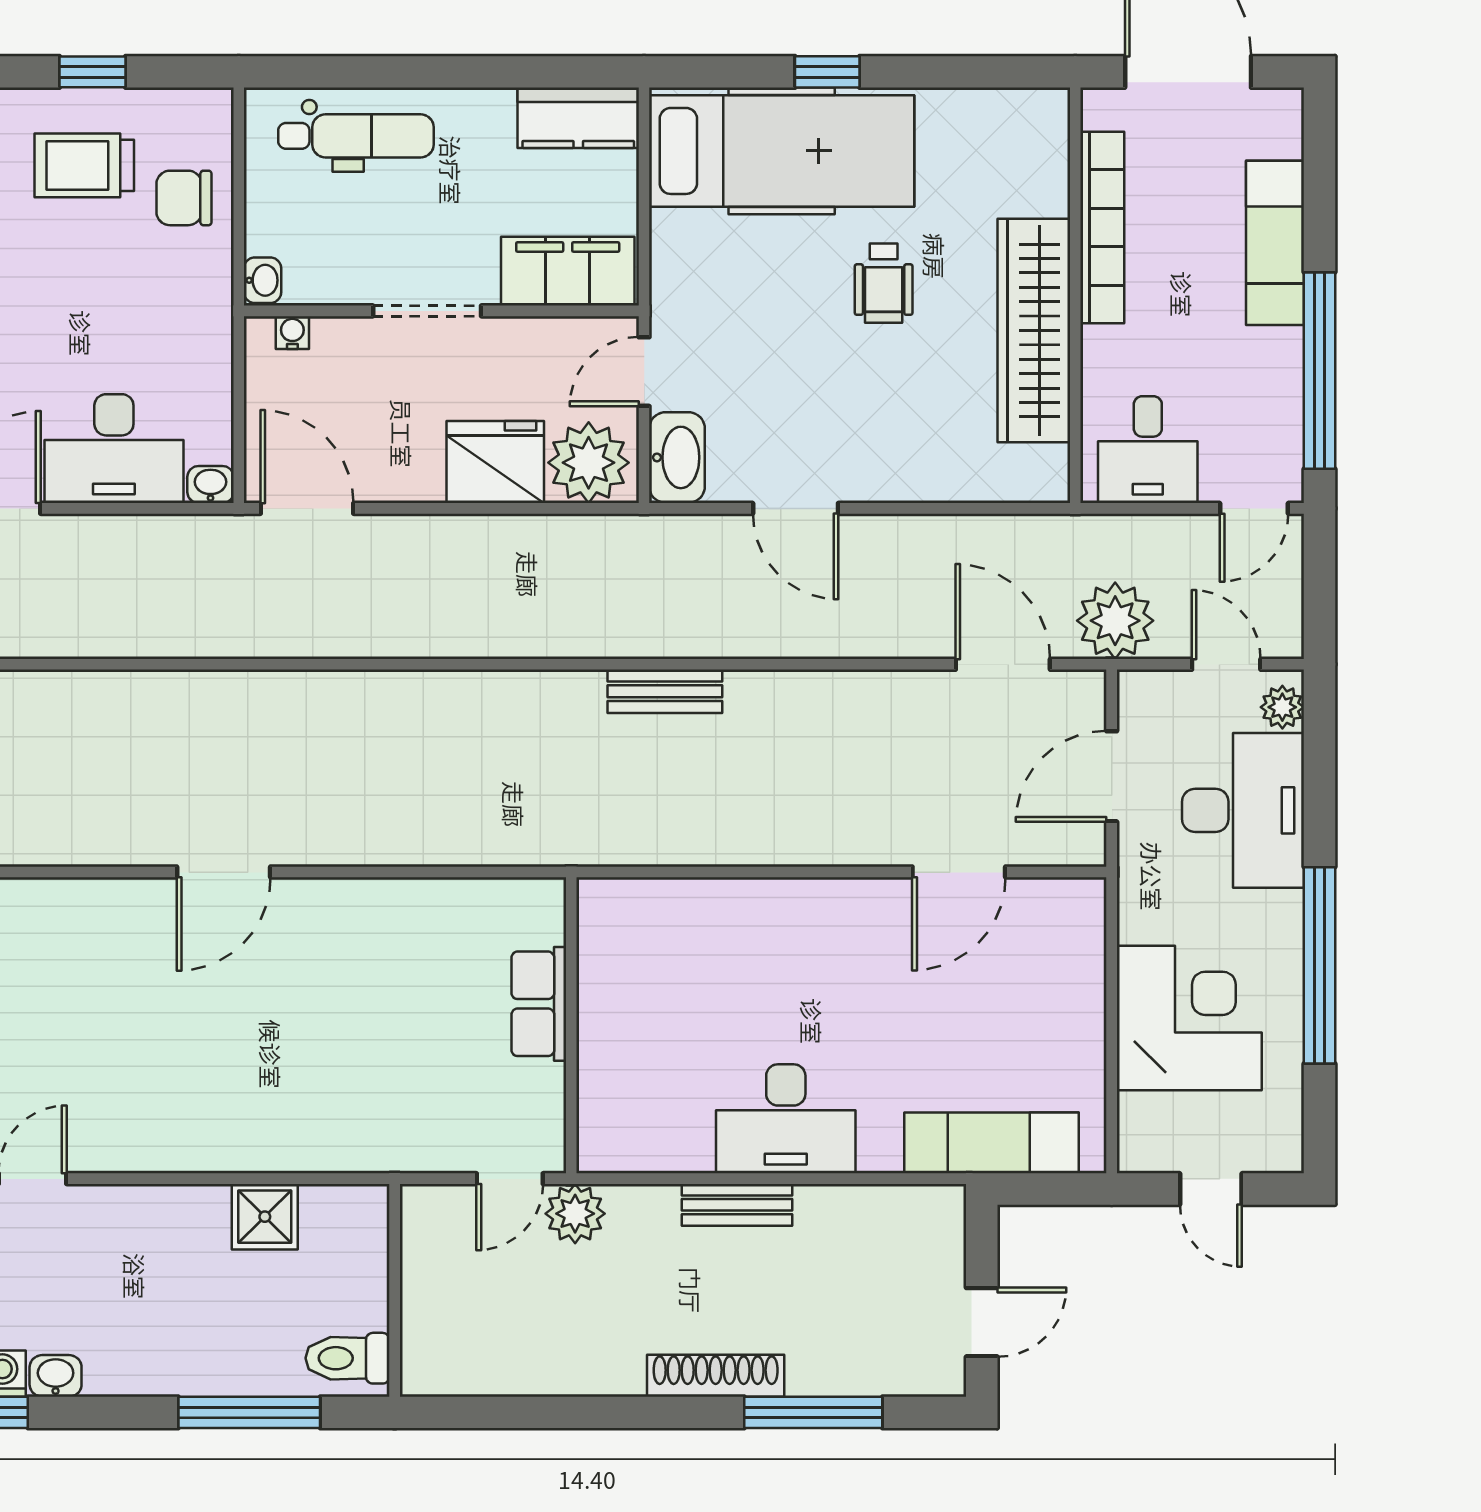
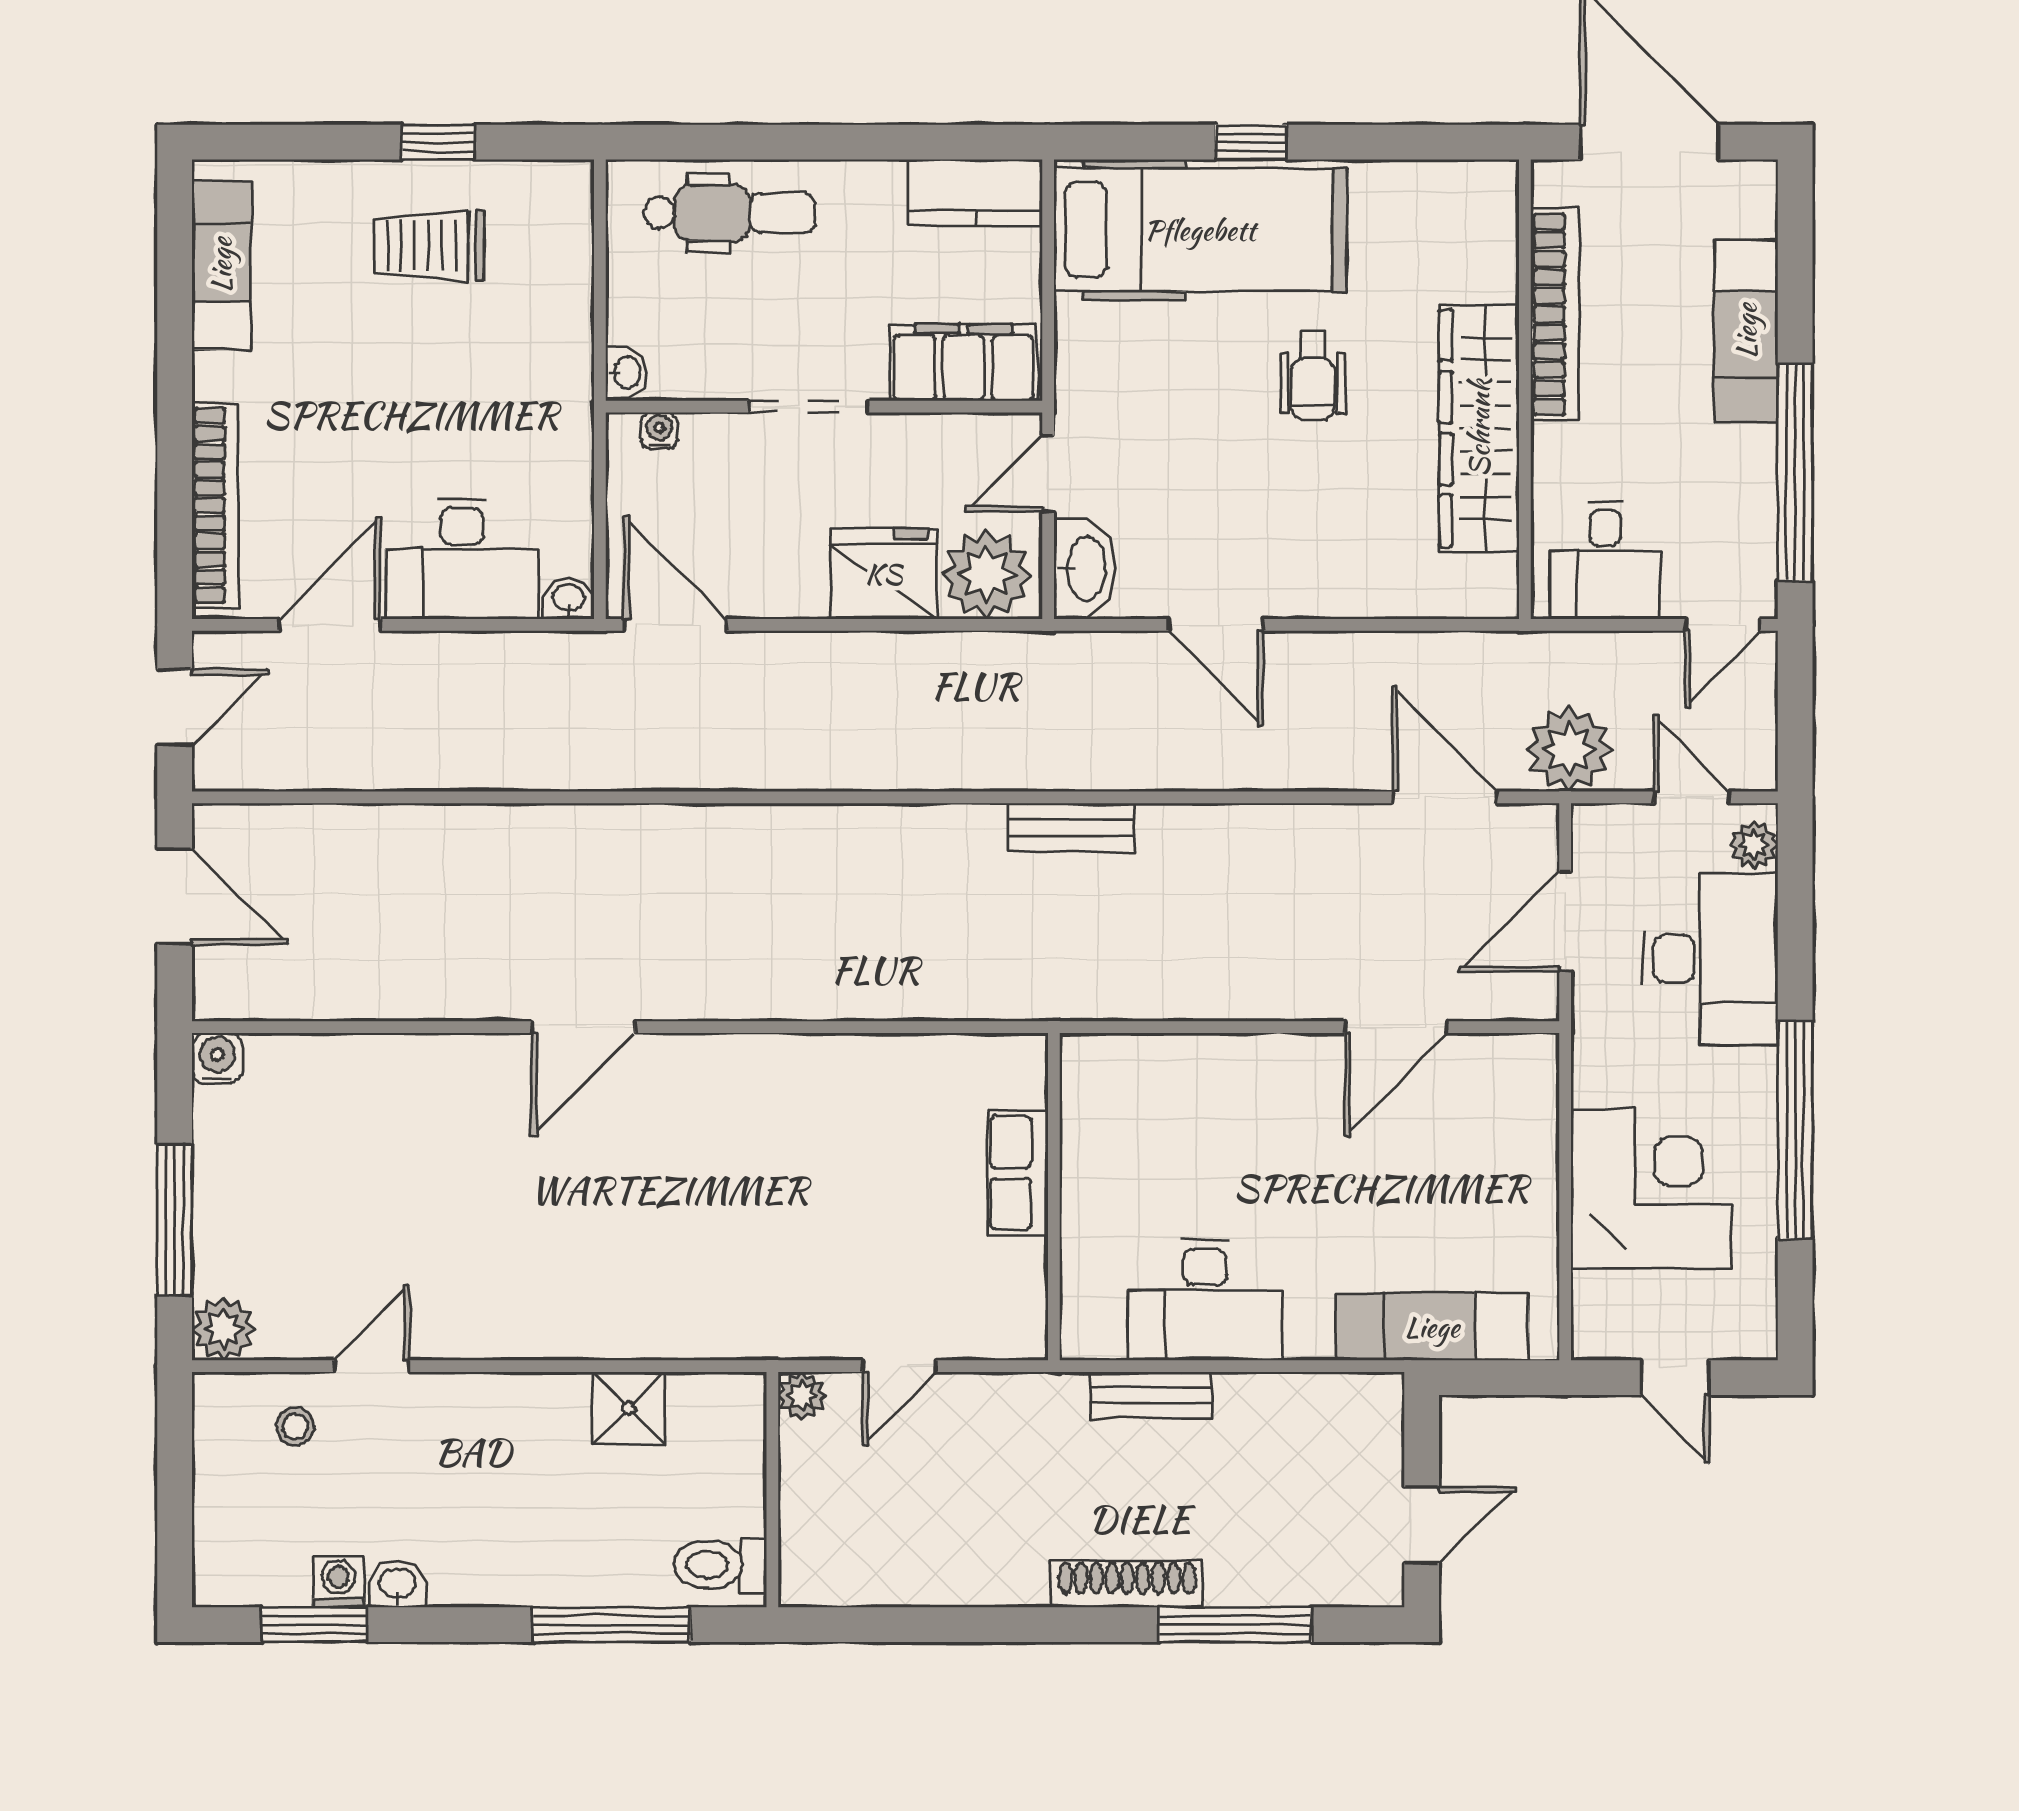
chair: (184, 198) -> (539, 282), removed
row of seats: (539, 1004) -> (1018, 1173), moved
wall: (571, 1025) -> (1054, 1197), moved
plant: (575, 1214) -> (802, 1396), moved, width x0.73, depth x0.73

